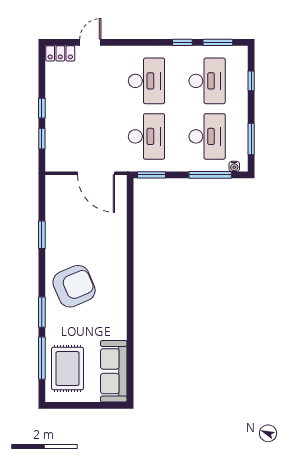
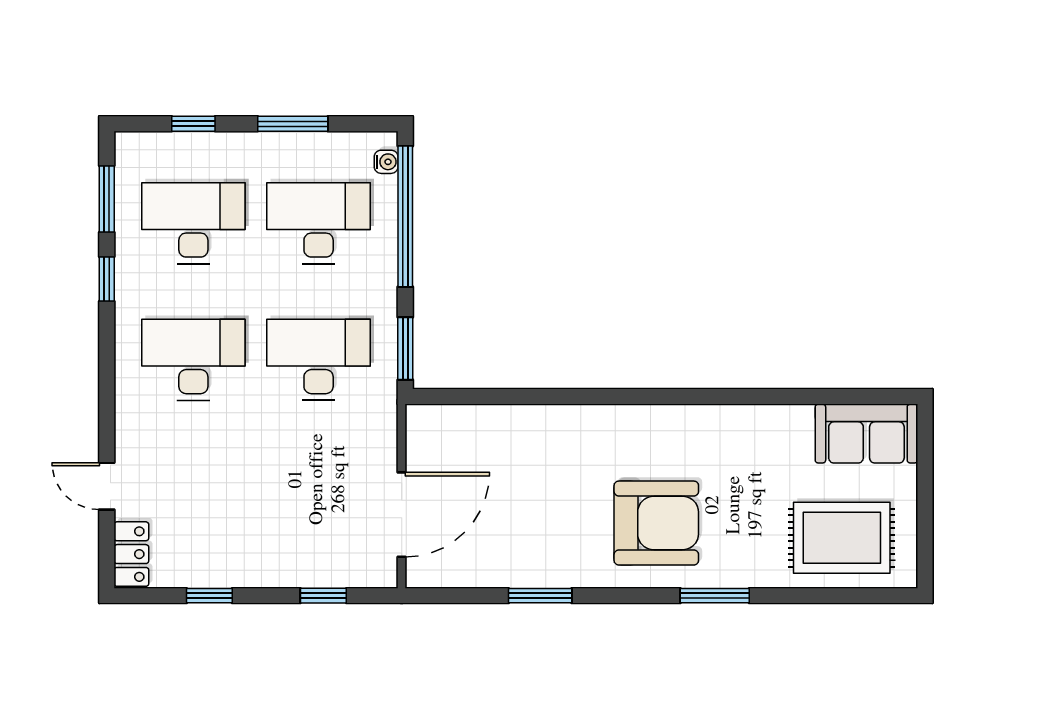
window: (42, 108) -> (209, 596), moved
window: (251, 139) -> (293, 124), moved
door: (96, 173) -> (402, 515), moved
window: (210, 175) -> (405, 216), width x1.46
armchair: (74, 286) -> (656, 523), turned 113
window: (42, 358) -> (818, 596), removed
sofa: (114, 371) -> (866, 434), width x0.73

